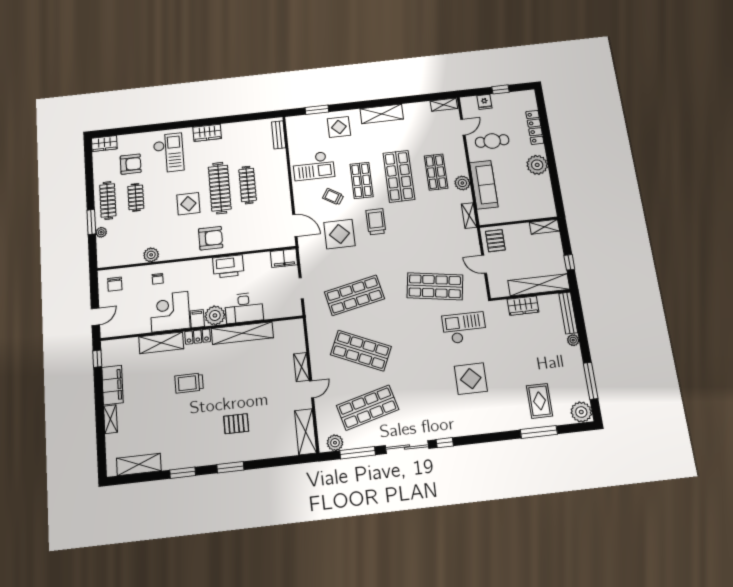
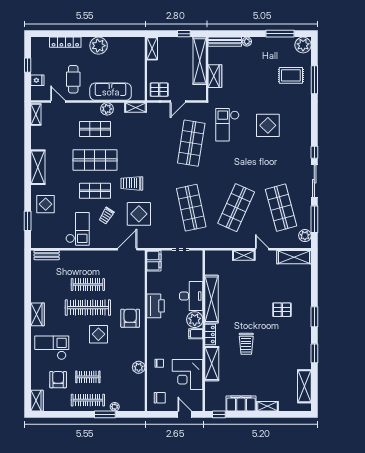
corner desk: (170, 312) -> (188, 374), moved
pallet: (236, 424) -> (282, 310), turned 90

